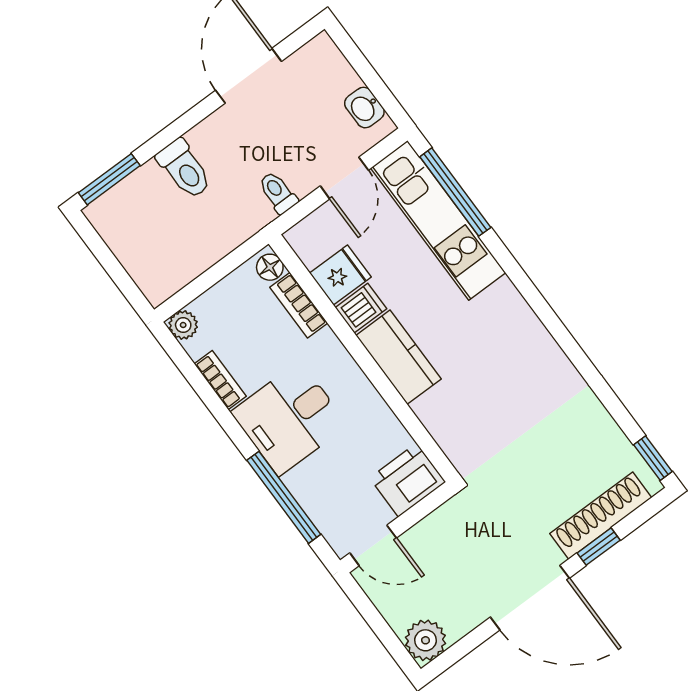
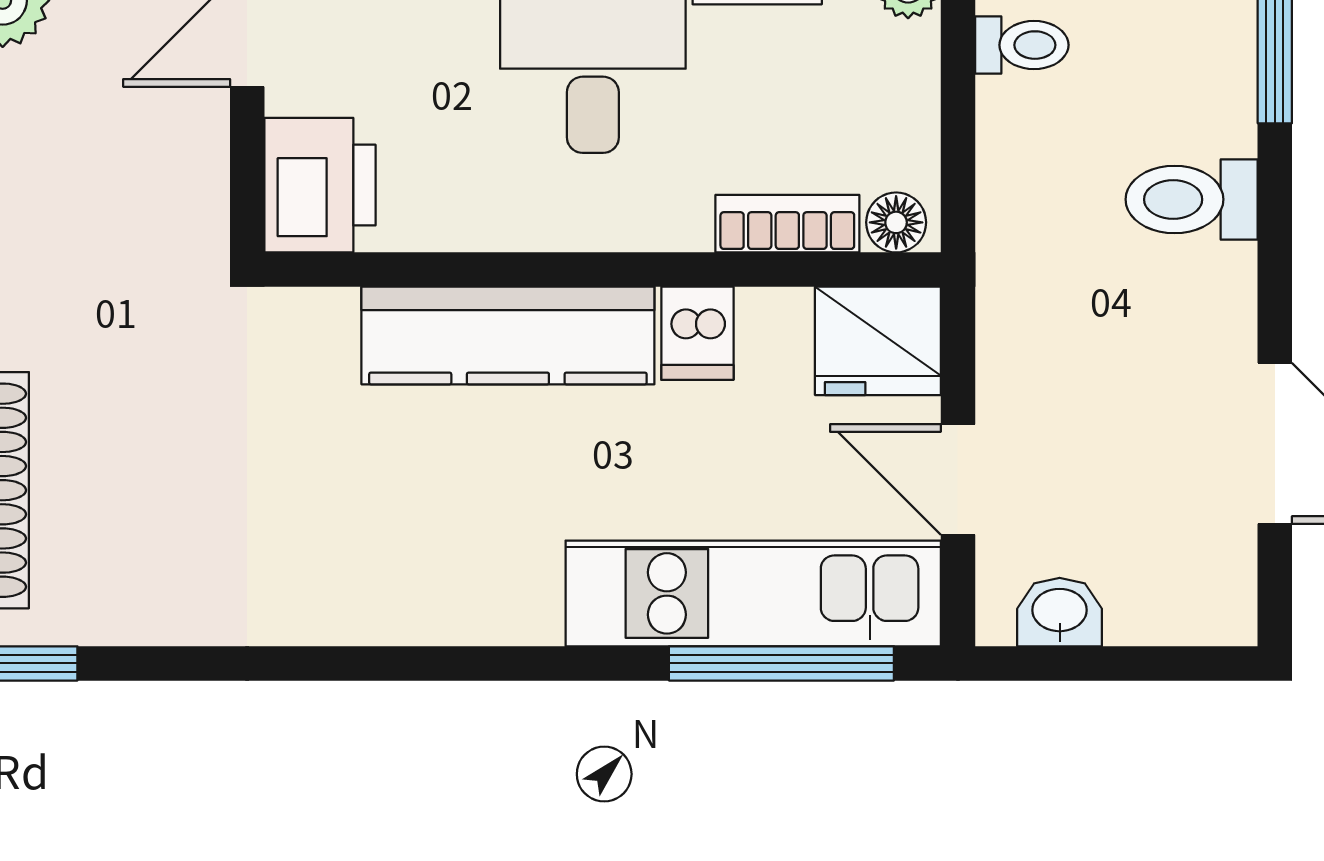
toilet: (278, 193) -> (1022, 45), moved
fridge: (340, 275) -> (878, 341), moved, width x1.38
kitchen counter: (399, 357) -> (508, 335), width x1.50

